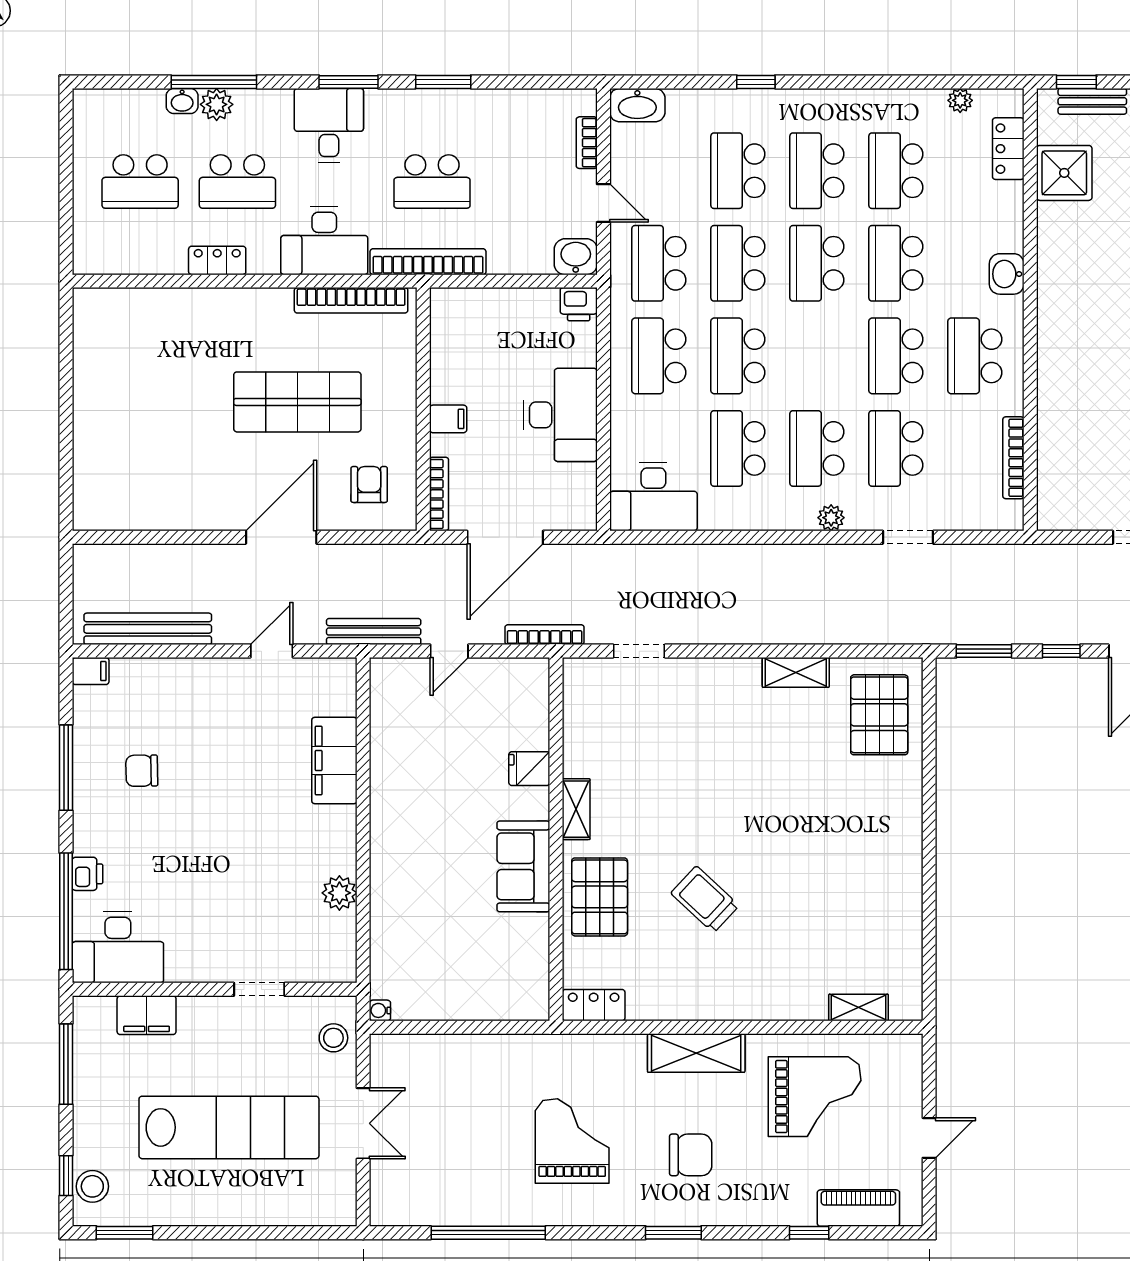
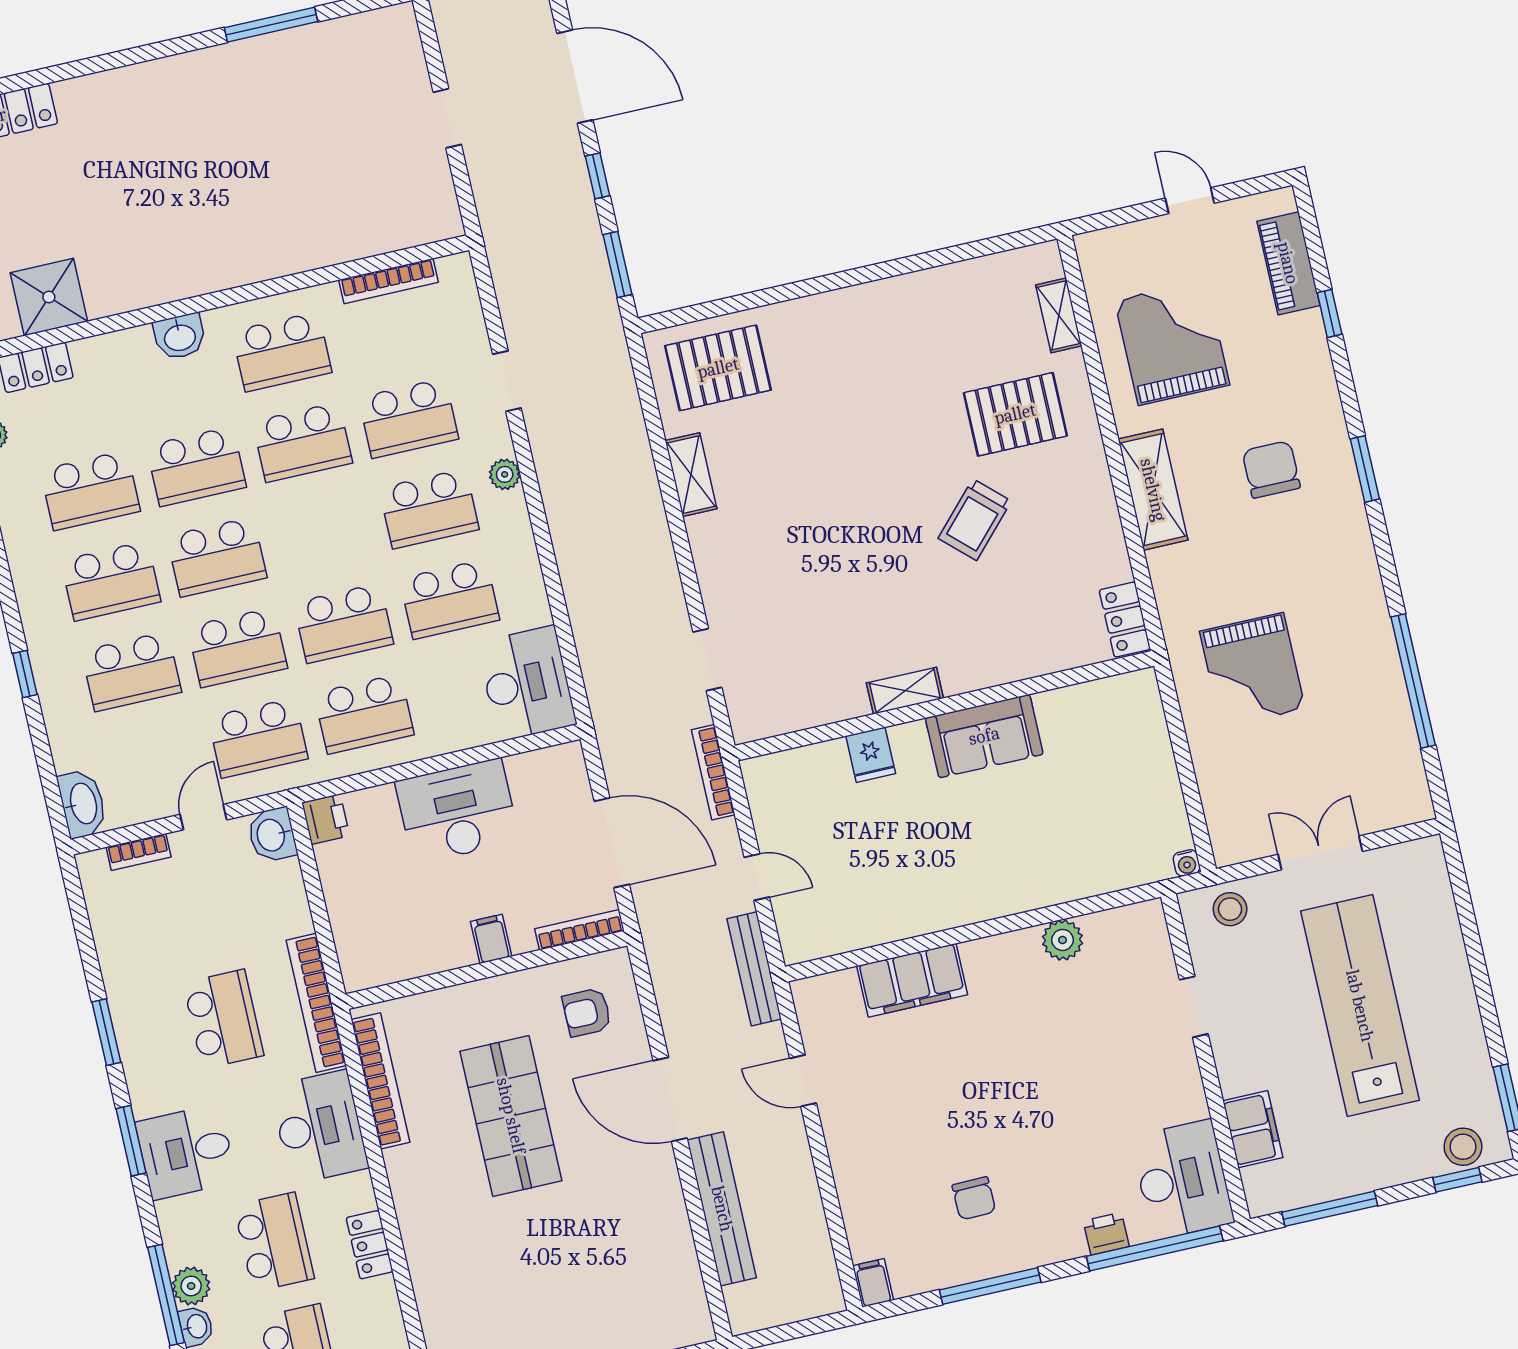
bench: (148, 629) -> (722, 1209), moved
pallet: (600, 897) -> (1015, 414), moved
grand piano: (572, 1141) -> (1252, 670), moved, turned -90

